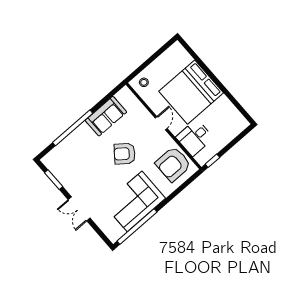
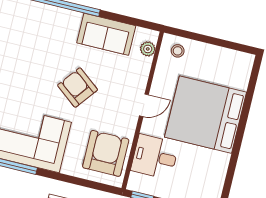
plant: (131, 99) -> (148, 49), added
armchair: (173, 164) -> (106, 153), turned 90

